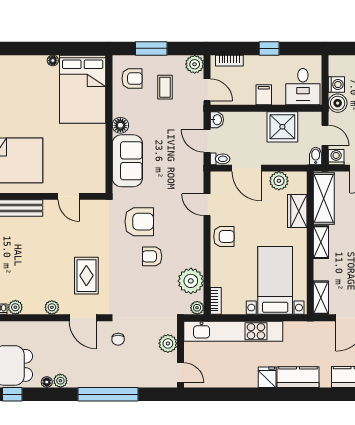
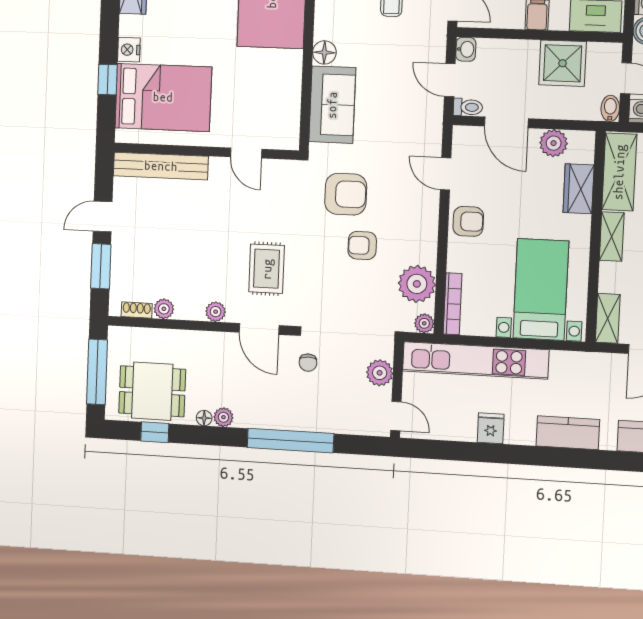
bookcase: (216, 301) -> (453, 304), width x1.56
fridge: (267, 377) -> (491, 428), moved

